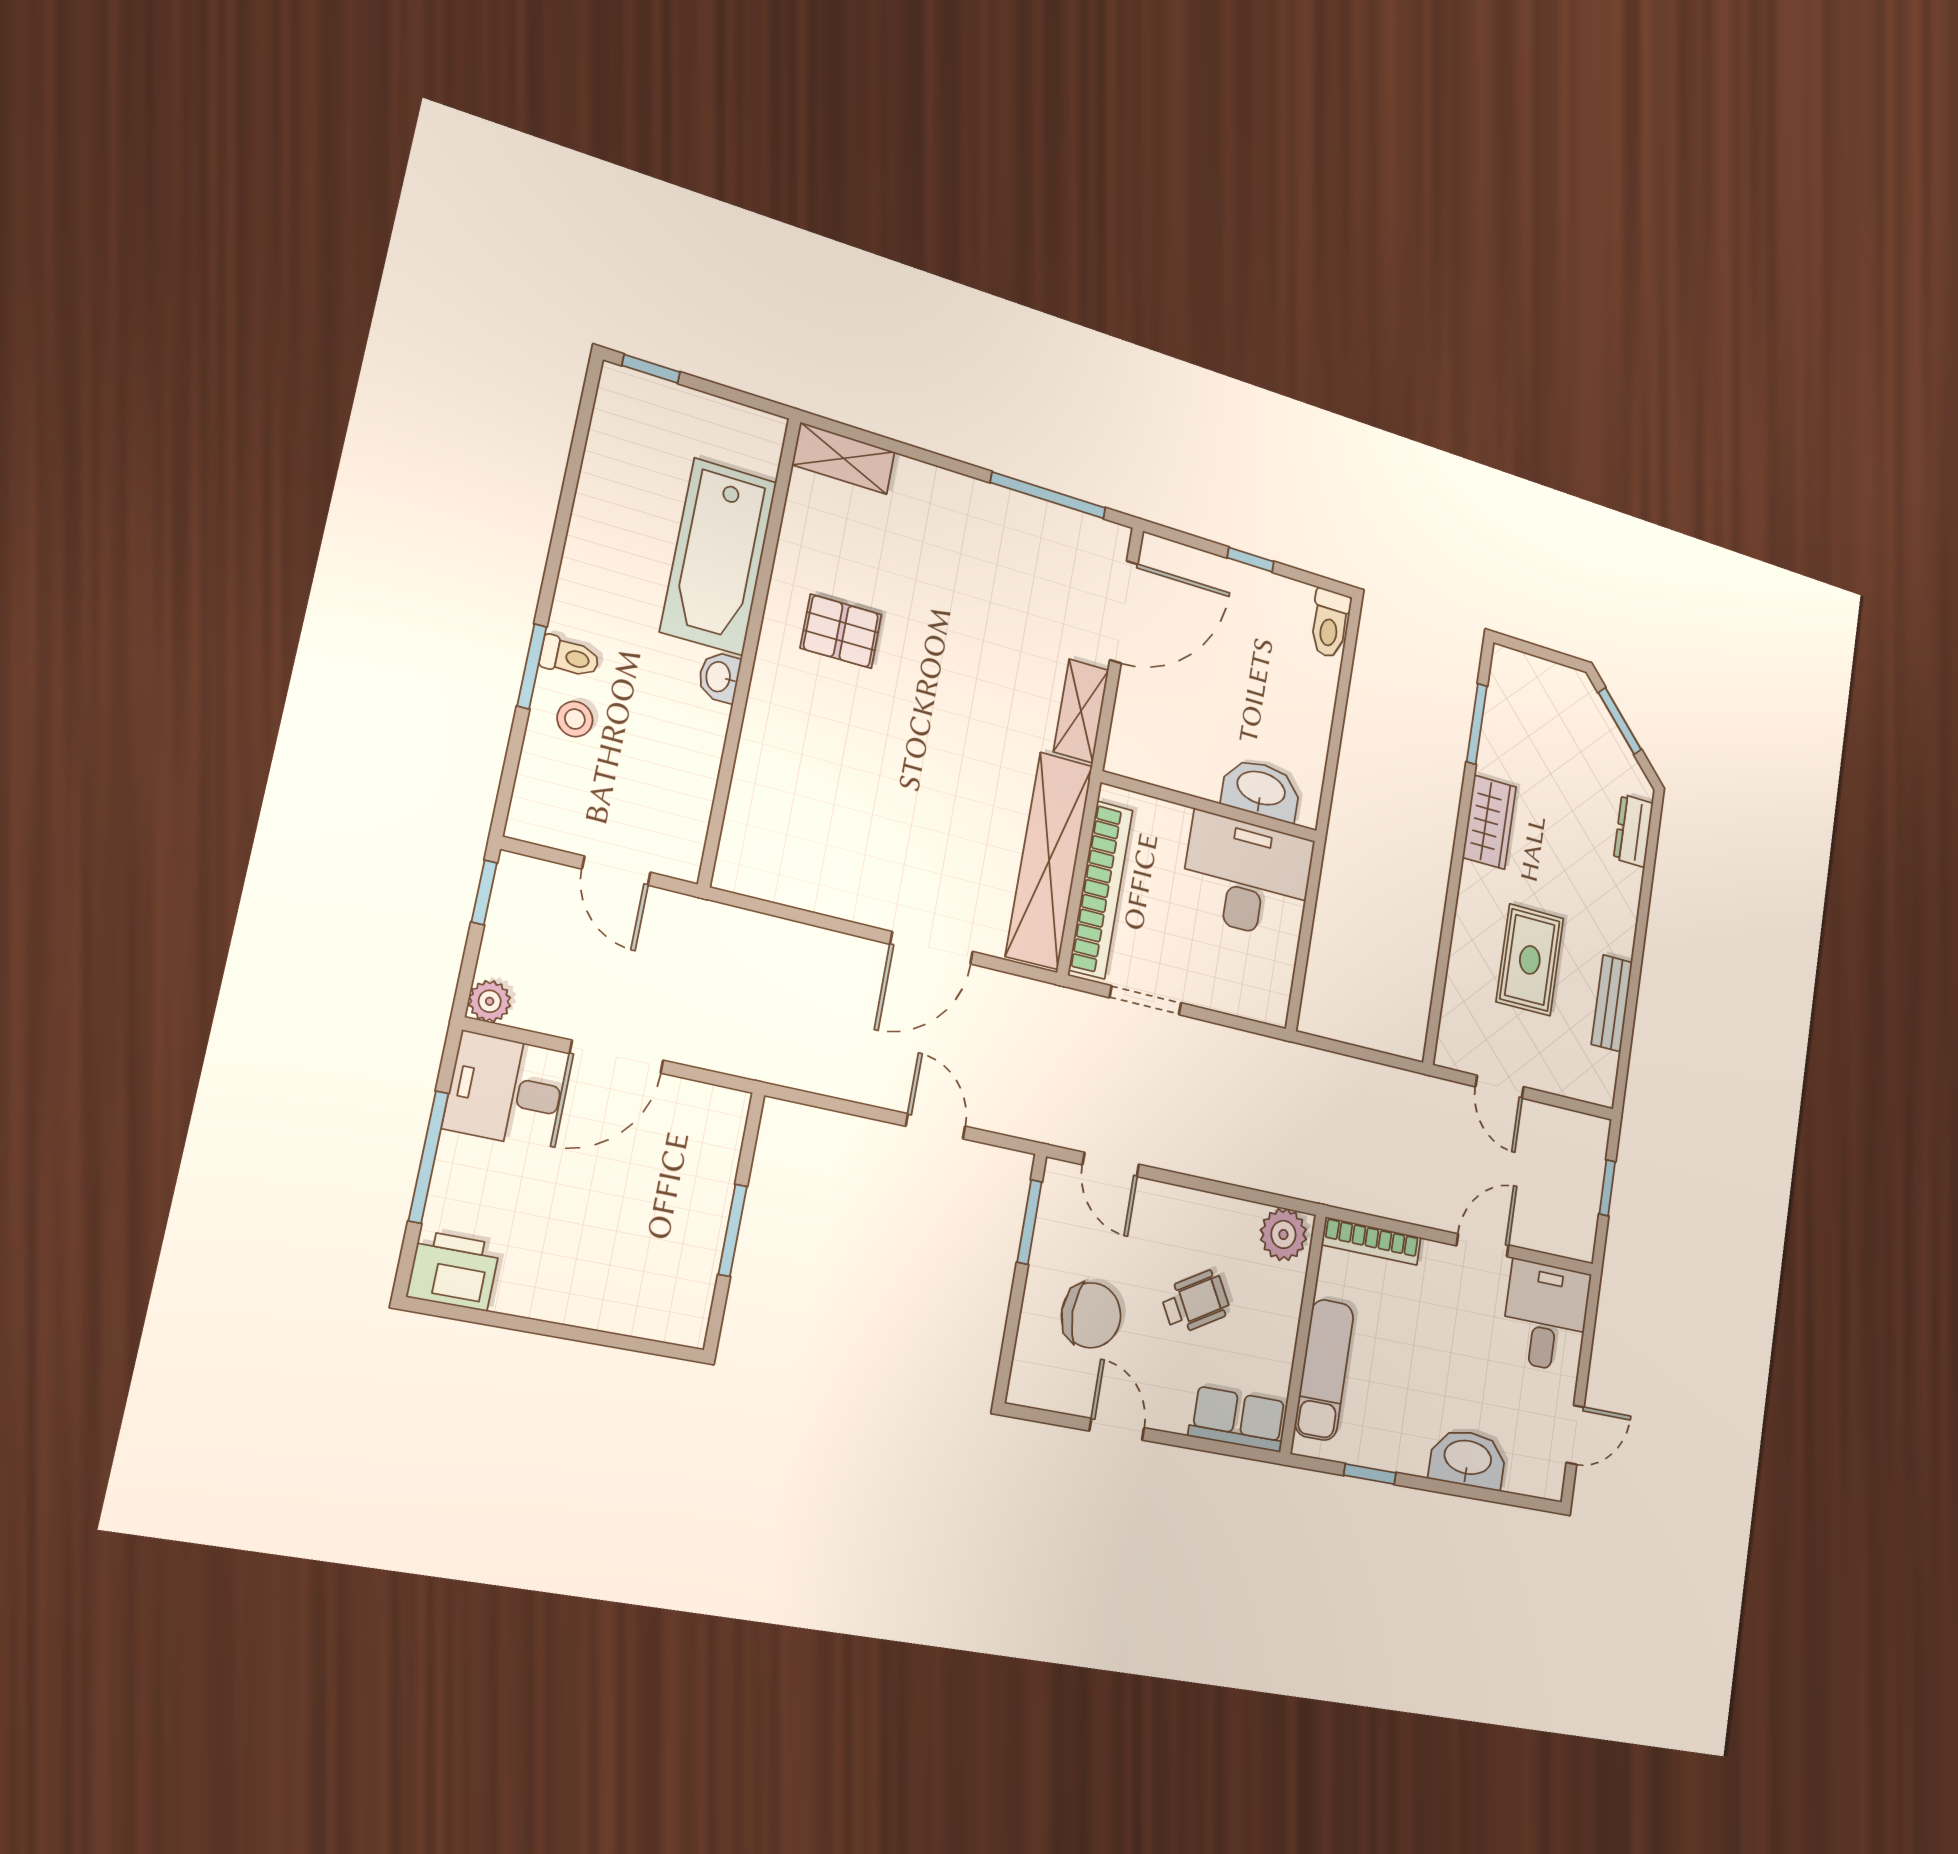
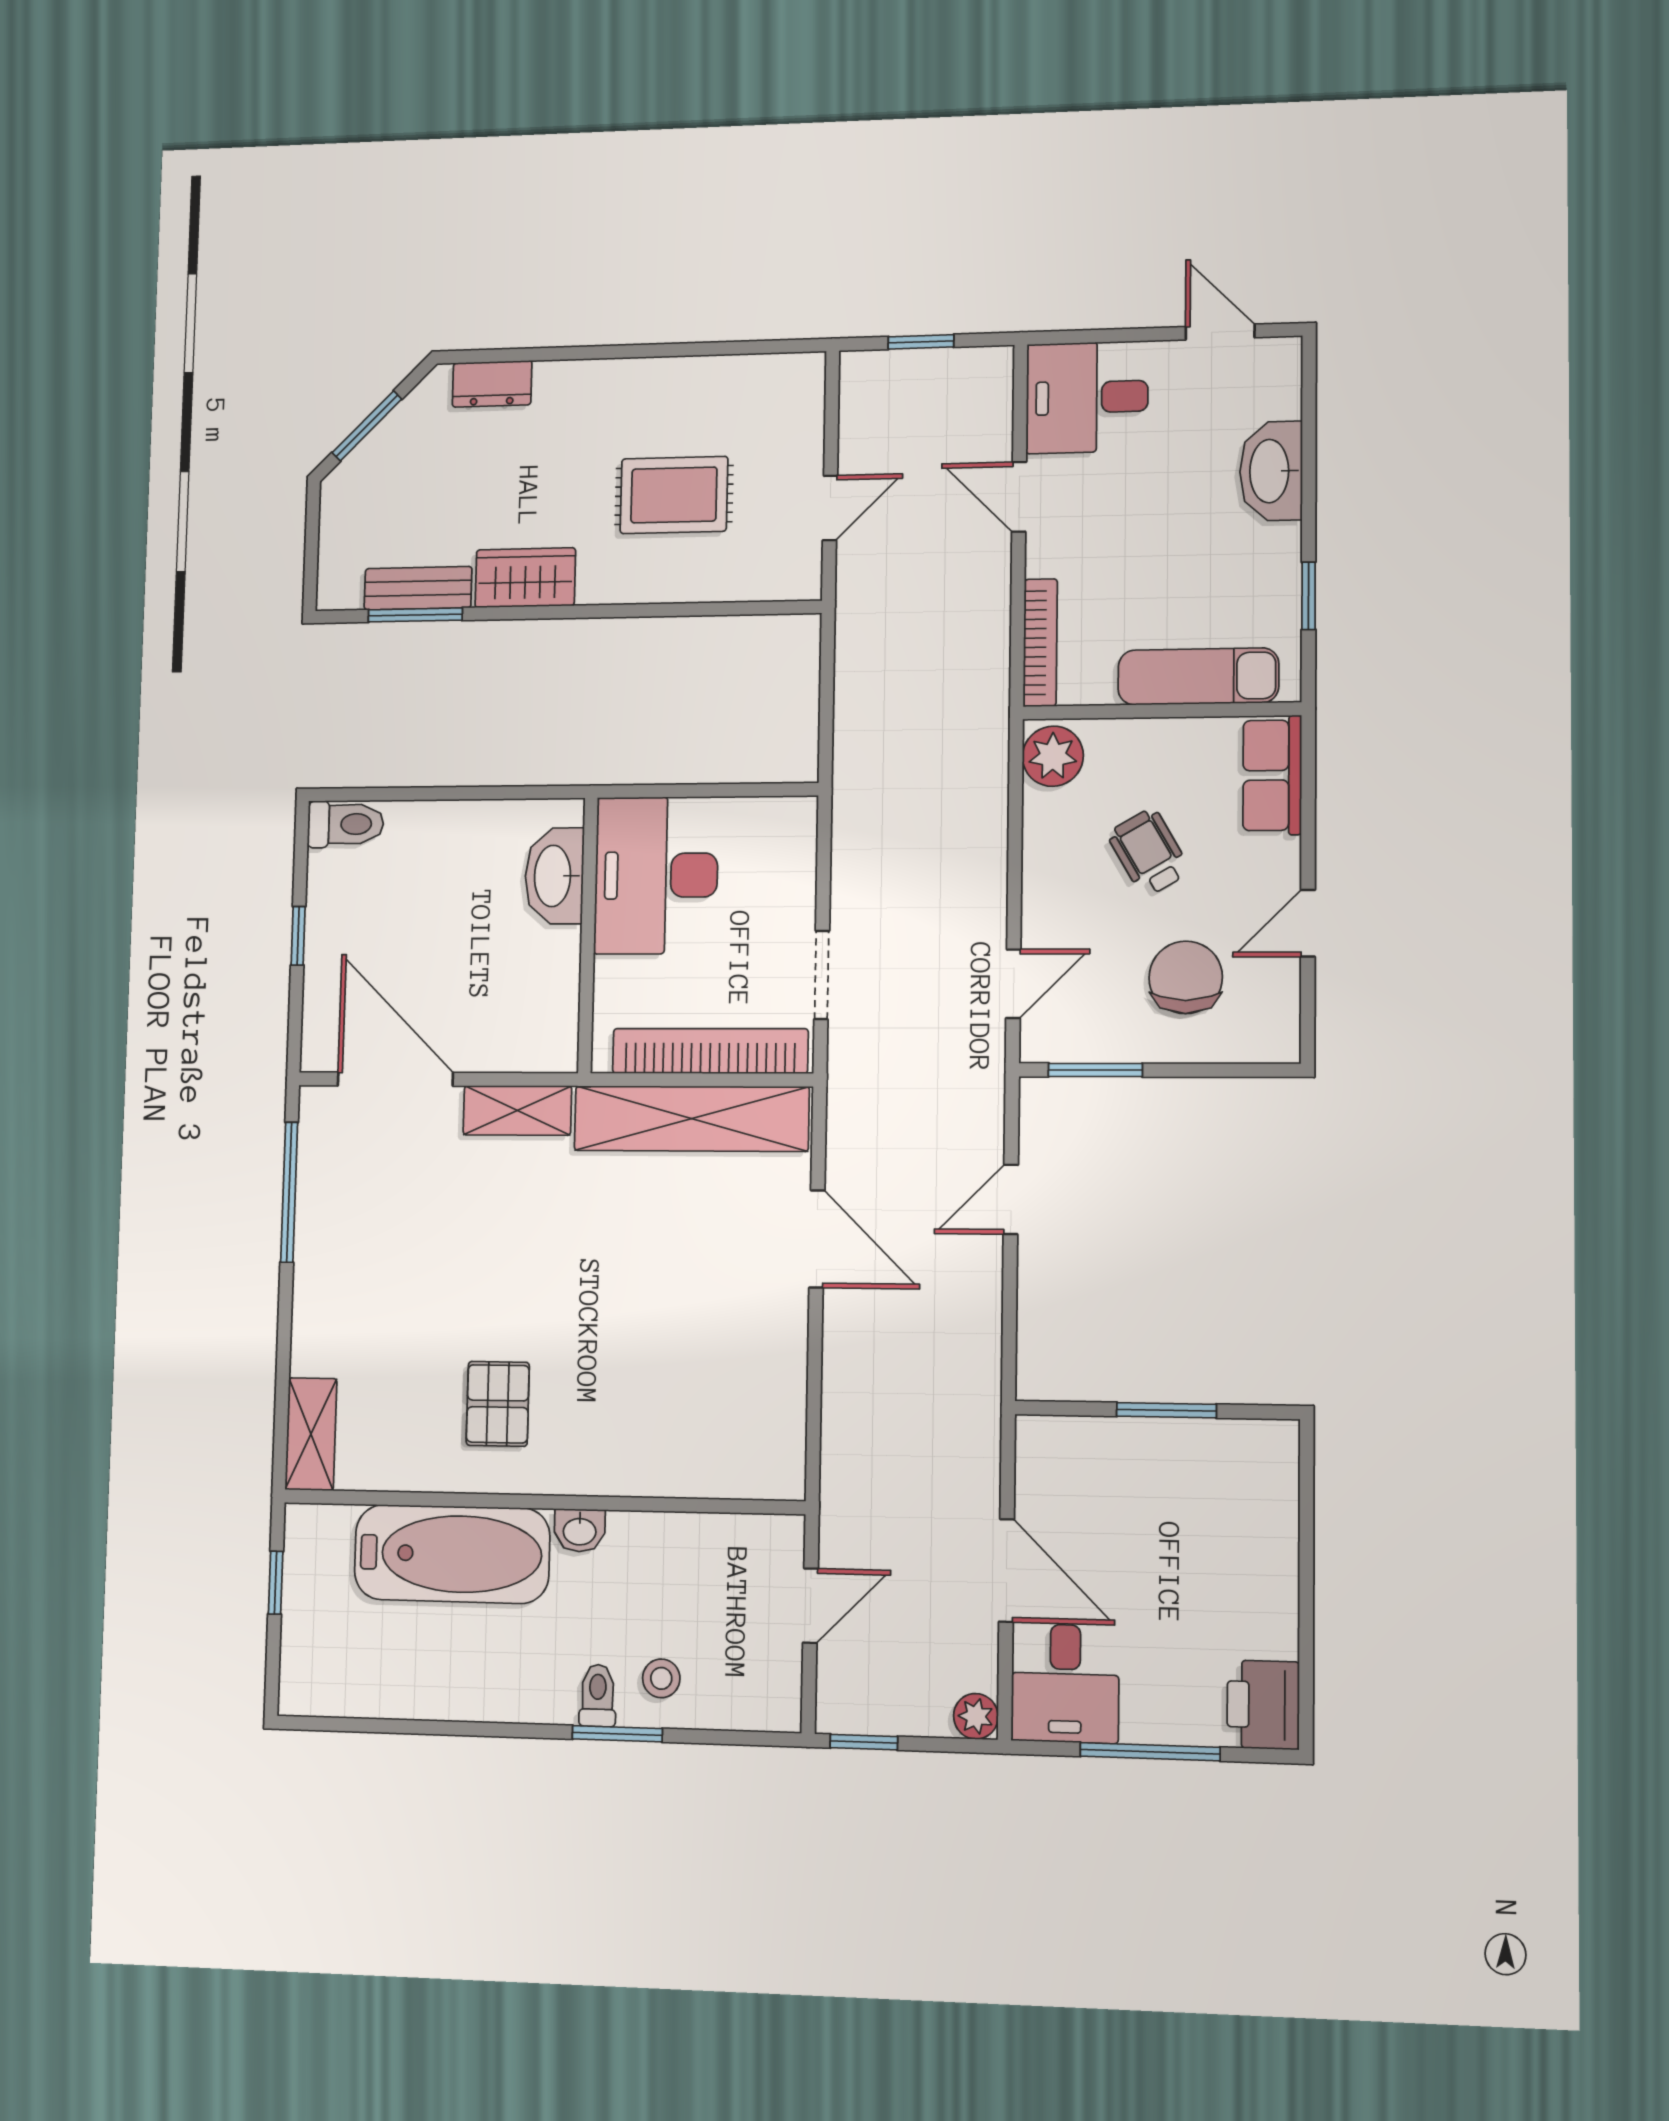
window: (651, 369) -> (276, 1583), moved
bench: (1612, 1003) -> (418, 588), moved

